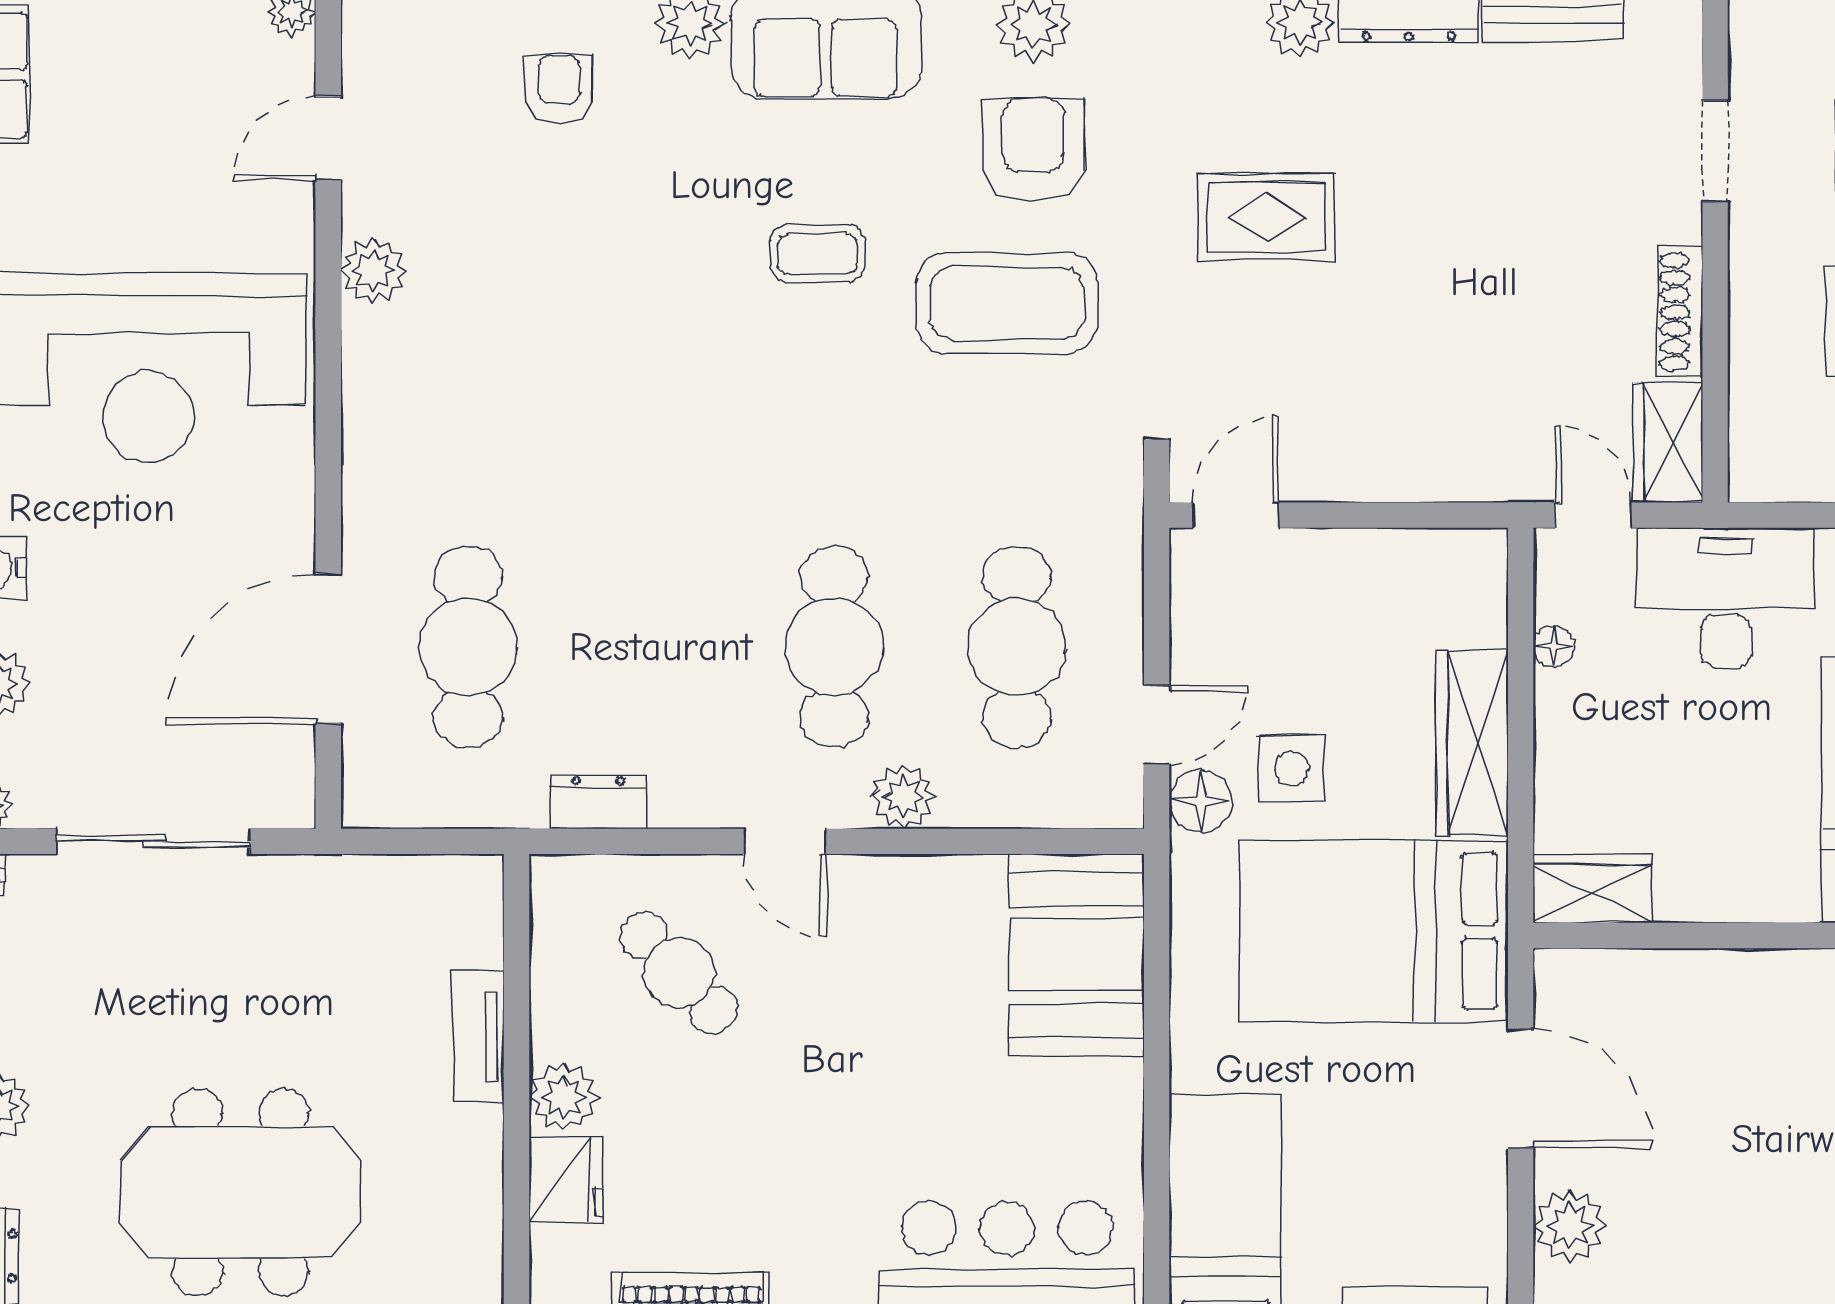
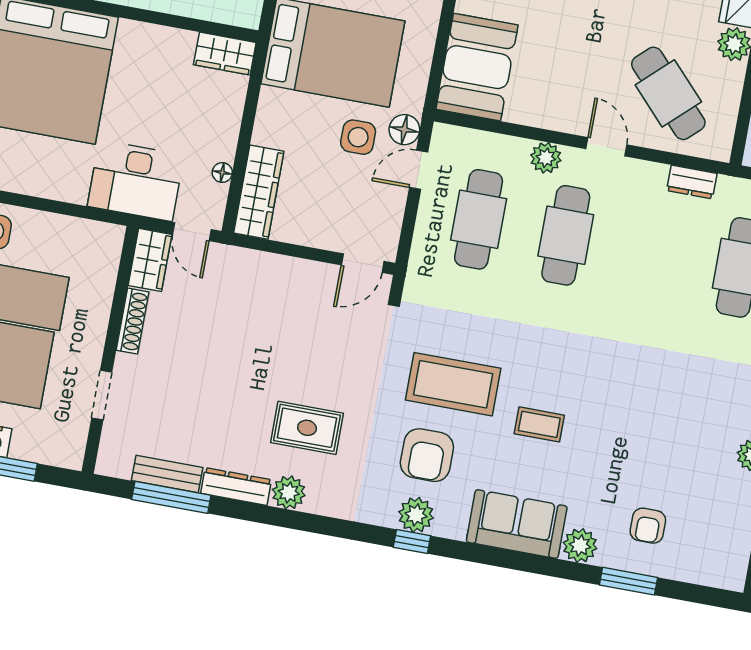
rug: (1267, 217) -> (307, 428), moved
wardrobe: (1472, 743) -> (259, 192), moved
cafe table: (679, 973) -> (668, 93), width x1.37, depth x1.35

